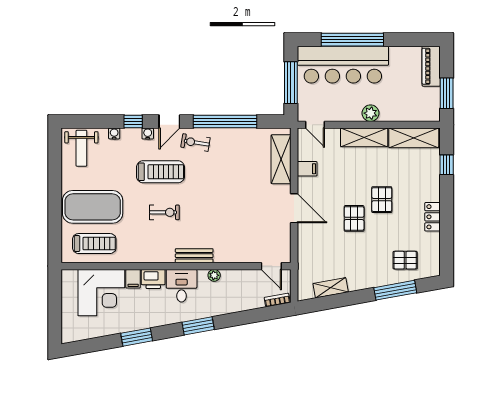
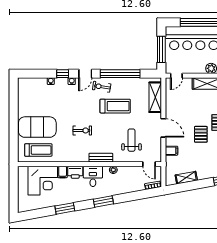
door: (315, 125) -> (176, 76), hinge flipped
weight bench: (81, 148) -> (132, 140), moved, turned 180
filing cabinet: (307, 169) -> (171, 151), moved
treadmill: (160, 172) -> (115, 106), moved

